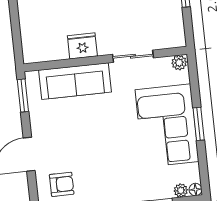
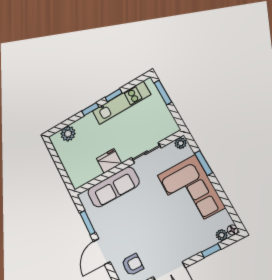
window: (23, 95) -> (87, 223), moved
window: (199, 124) -> (203, 163), moved

